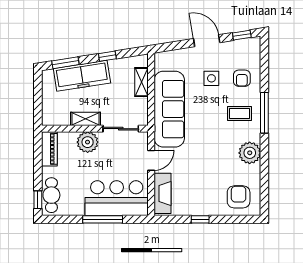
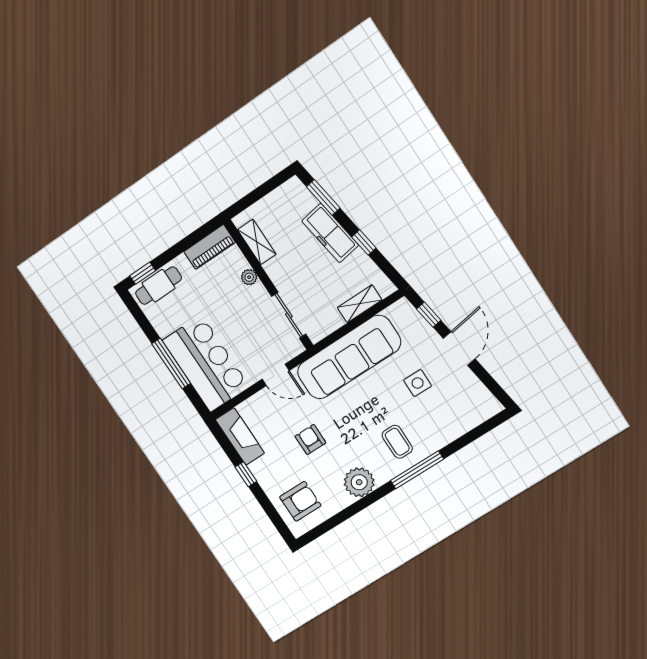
window: (242, 35) -> (429, 315), moved
freezer: (82, 76) -> (330, 233), width x0.73, depth x0.79
armchair: (242, 78) -> (310, 439), moved, turned 90
shelving: (85, 119) -> (257, 242), moved
plant: (88, 142) -> (249, 277), width x0.53, depth x0.53
fireplace: (162, 193) -> (240, 436), moved, turned -90

